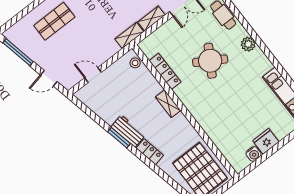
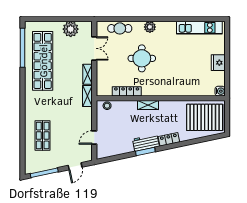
round table: (210, 61) -> (142, 58), turned -31
water cooler: (254, 154) -> (220, 91), moved

